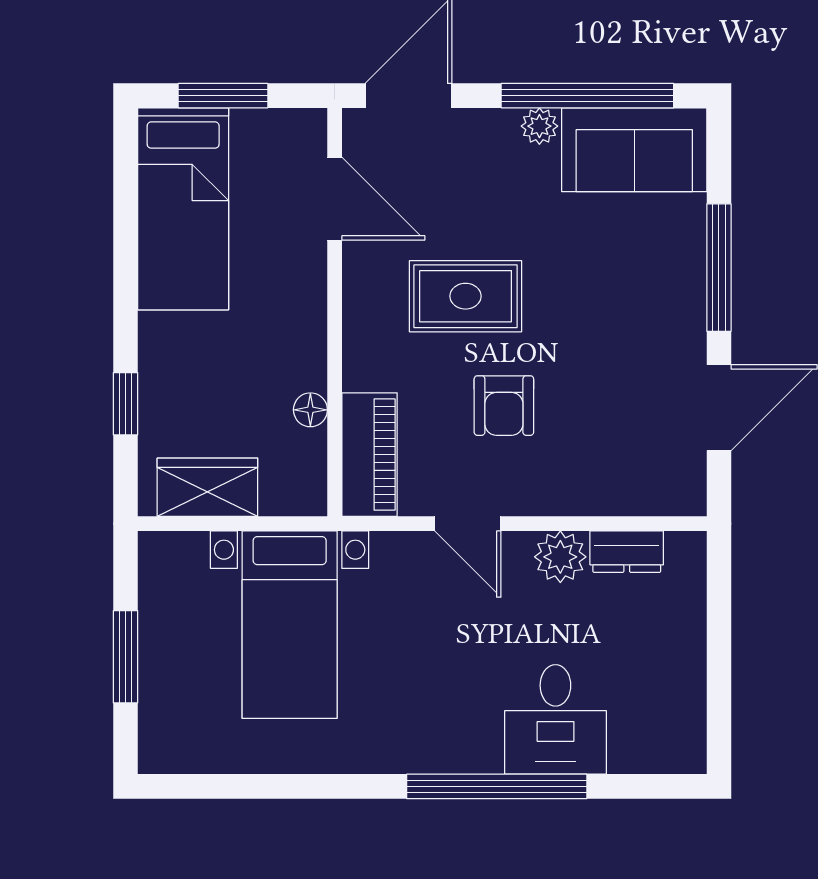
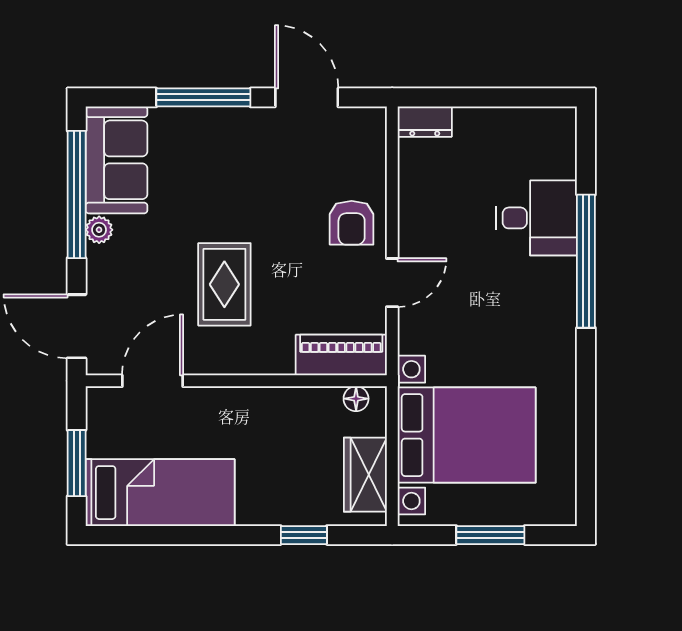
armchair: (504, 406) -> (352, 223), moved, turned 90
floor lamp: (310, 410) -> (356, 399), moved
dresser: (627, 552) -> (425, 122), moved, turned 90
plant: (560, 557) -> (417, 214), removed
bed with nightstands: (290, 625) -> (467, 435), width x1.36

